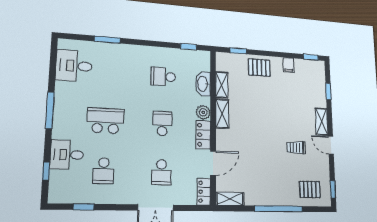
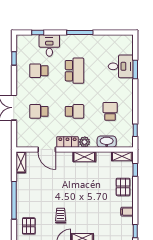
desk: (74, 66) -> (121, 66), moved, turned 90
shelving: (222, 85) -> (122, 156), moved
locker: (204, 192) -> (26, 143), removed

